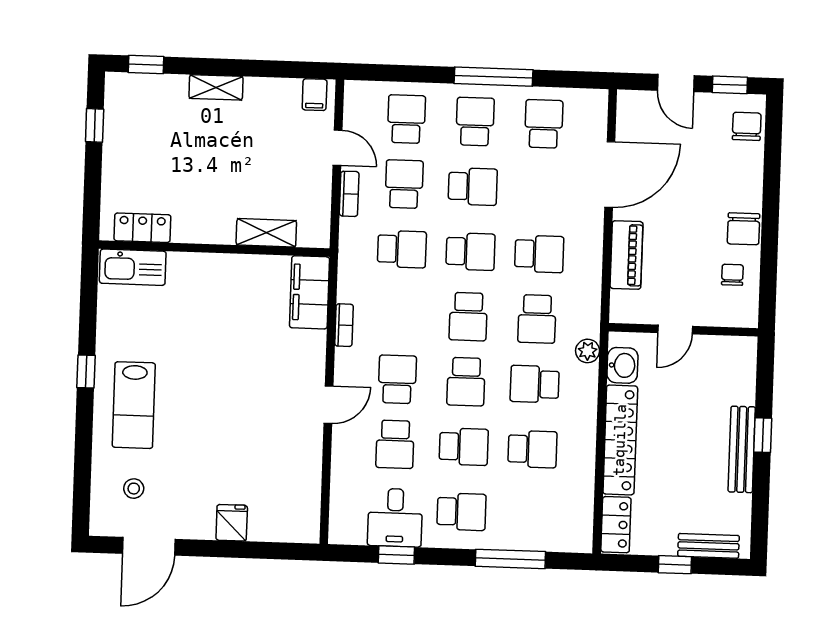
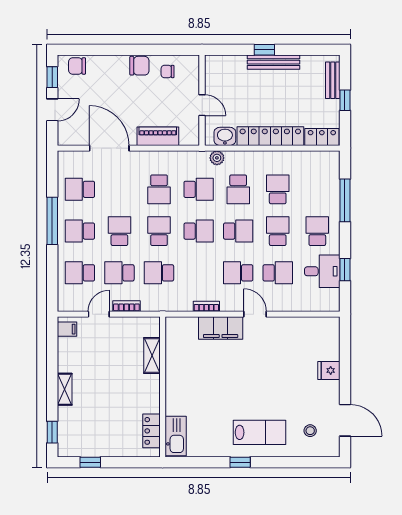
school desk: (402, 249) -> (159, 273), turned -90
school desk: (539, 254) -> (159, 189), turned 180
filing cabinet: (309, 292) -> (221, 328), moved

